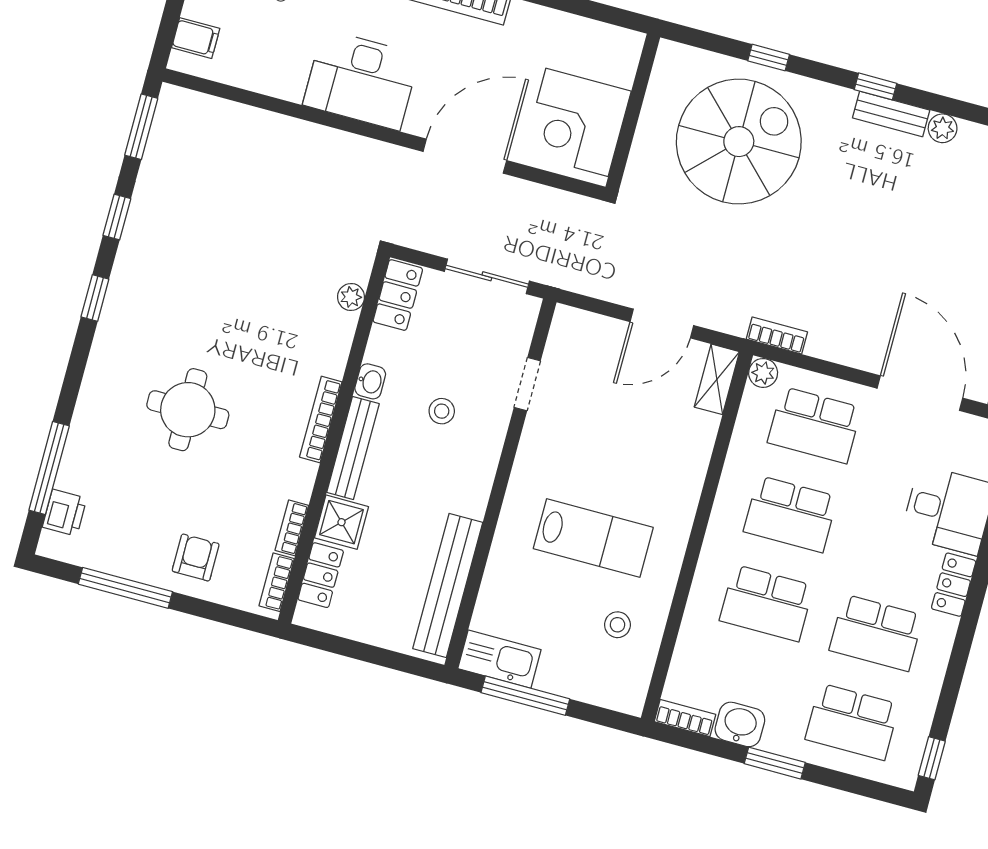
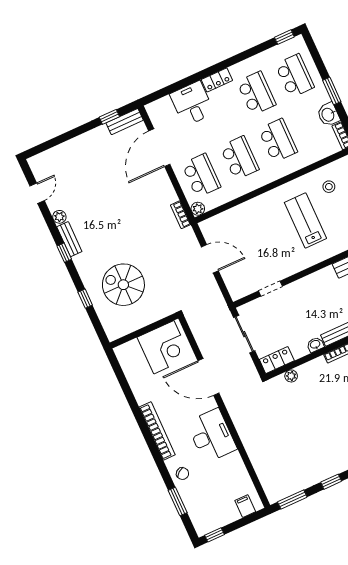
spiral stairs: (739, 142) -> (123, 285), width x0.73, depth x0.73
shelving: (717, 379) -> (214, 223), removed
stool: (442, 411) -> (305, 311), removed

